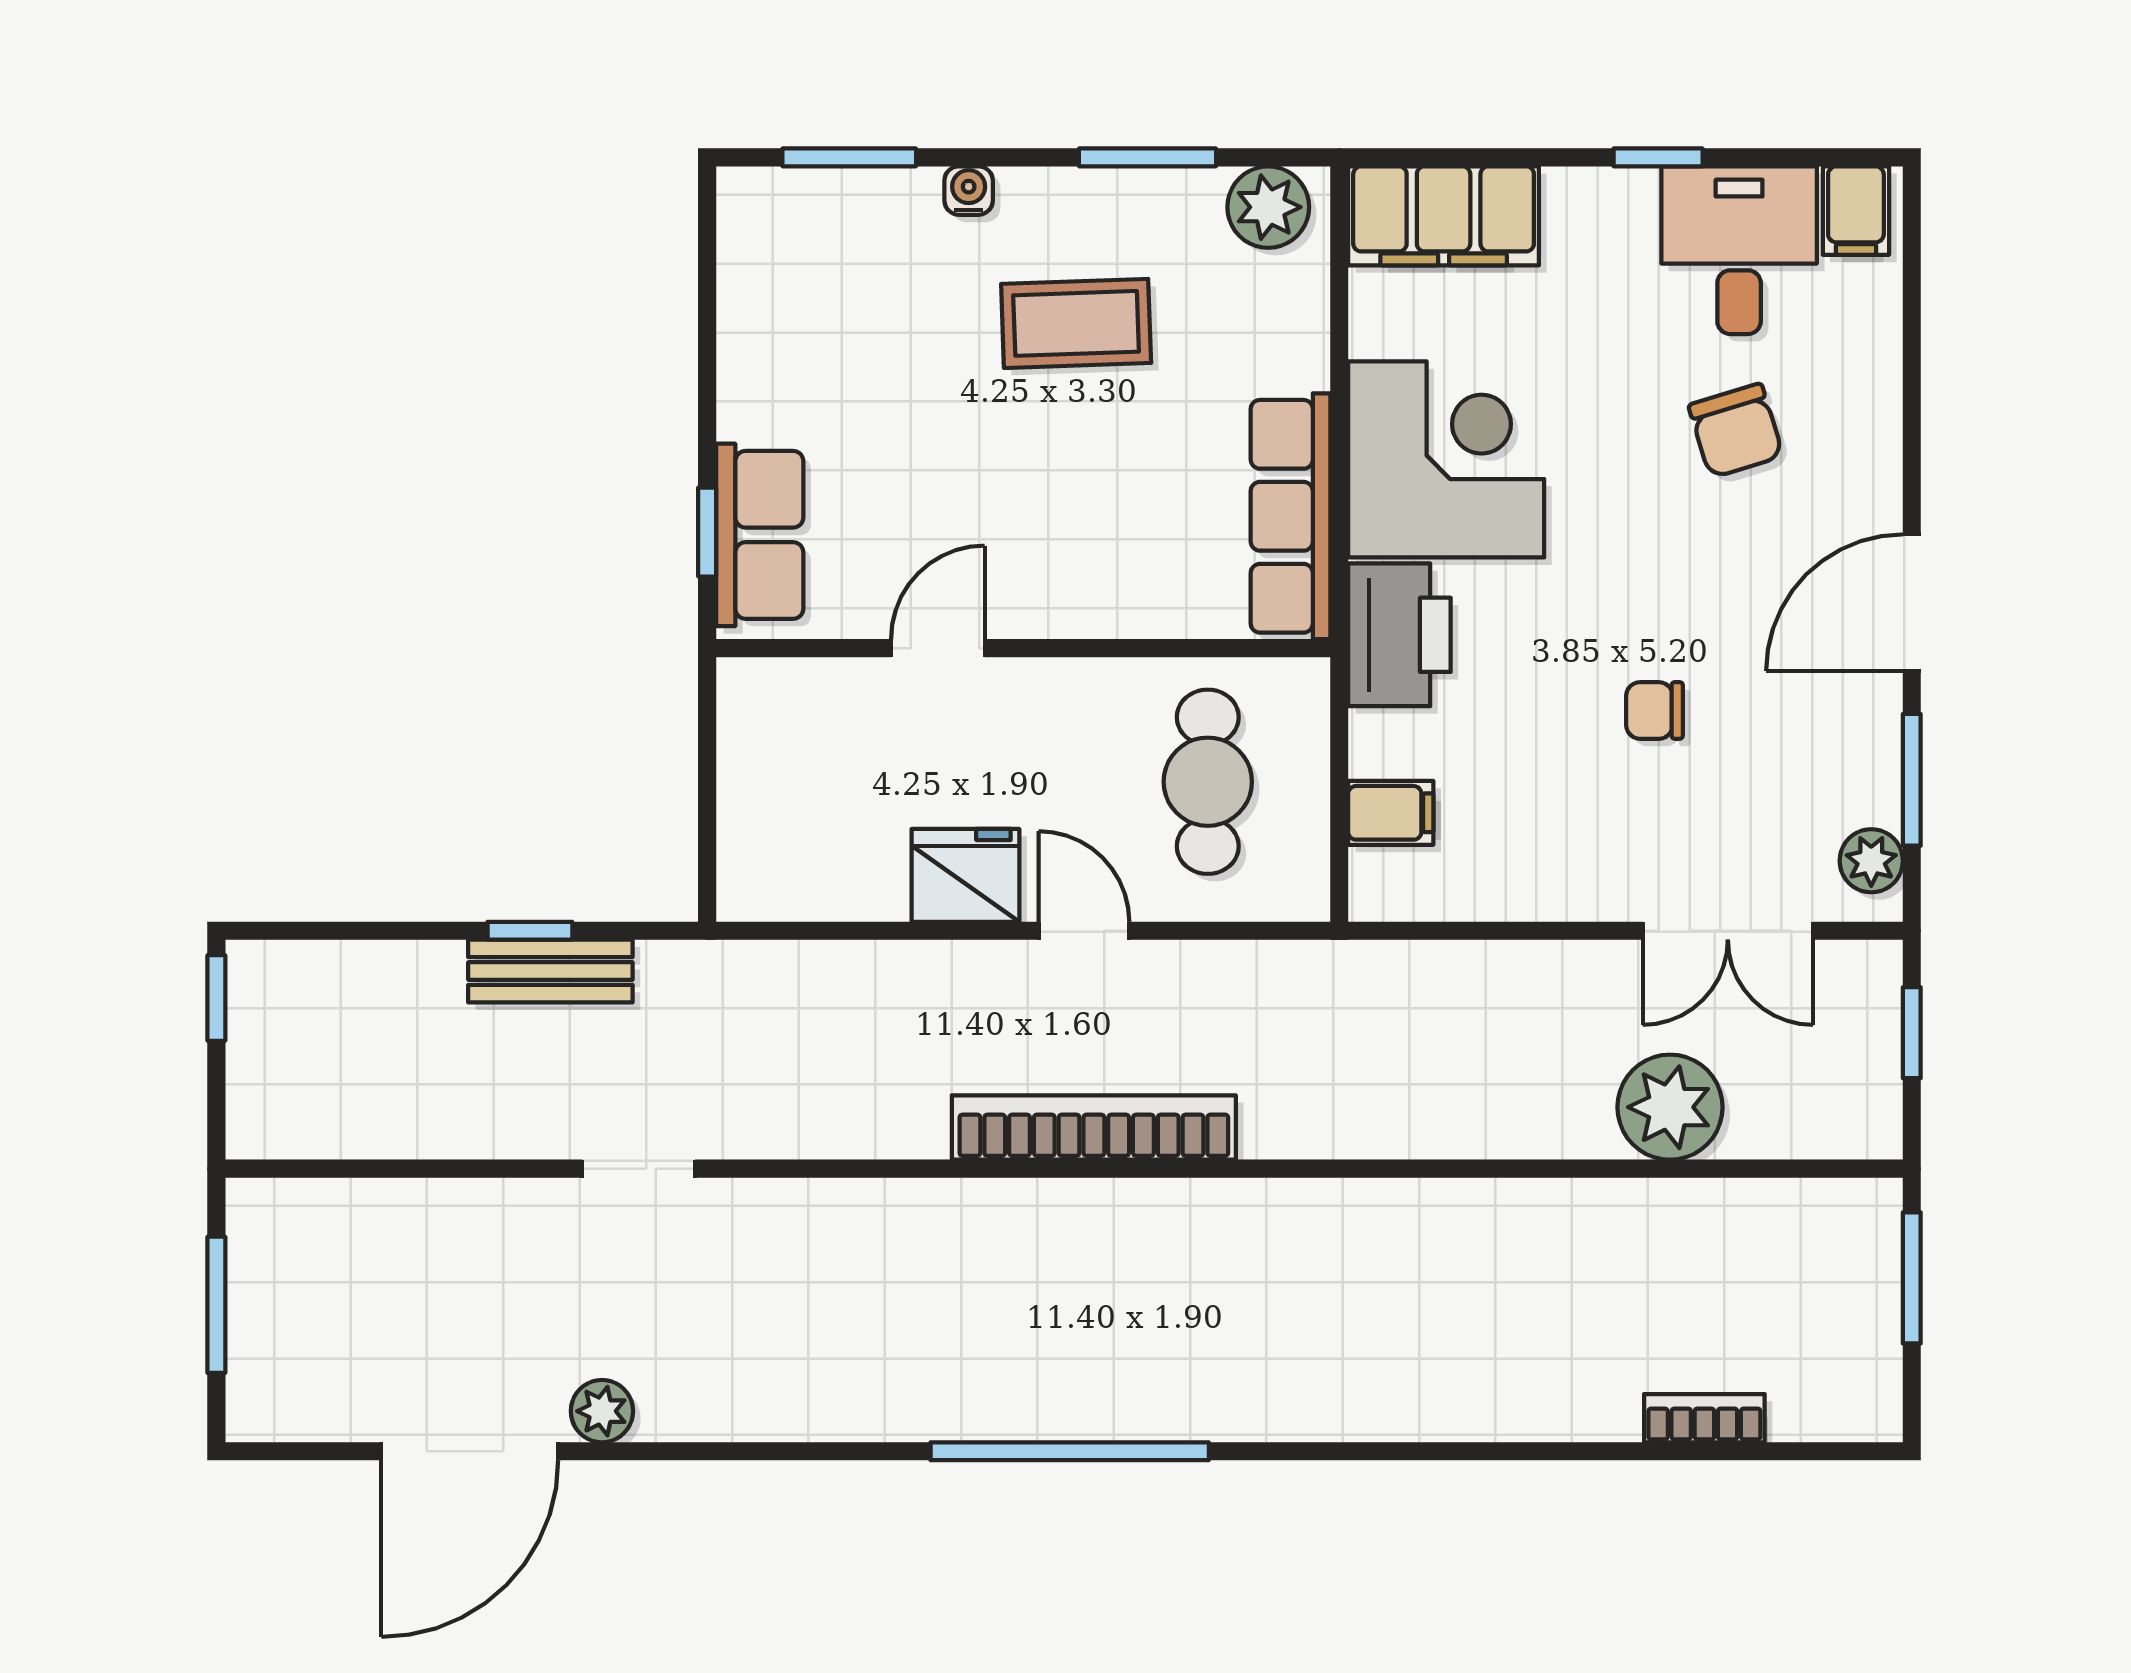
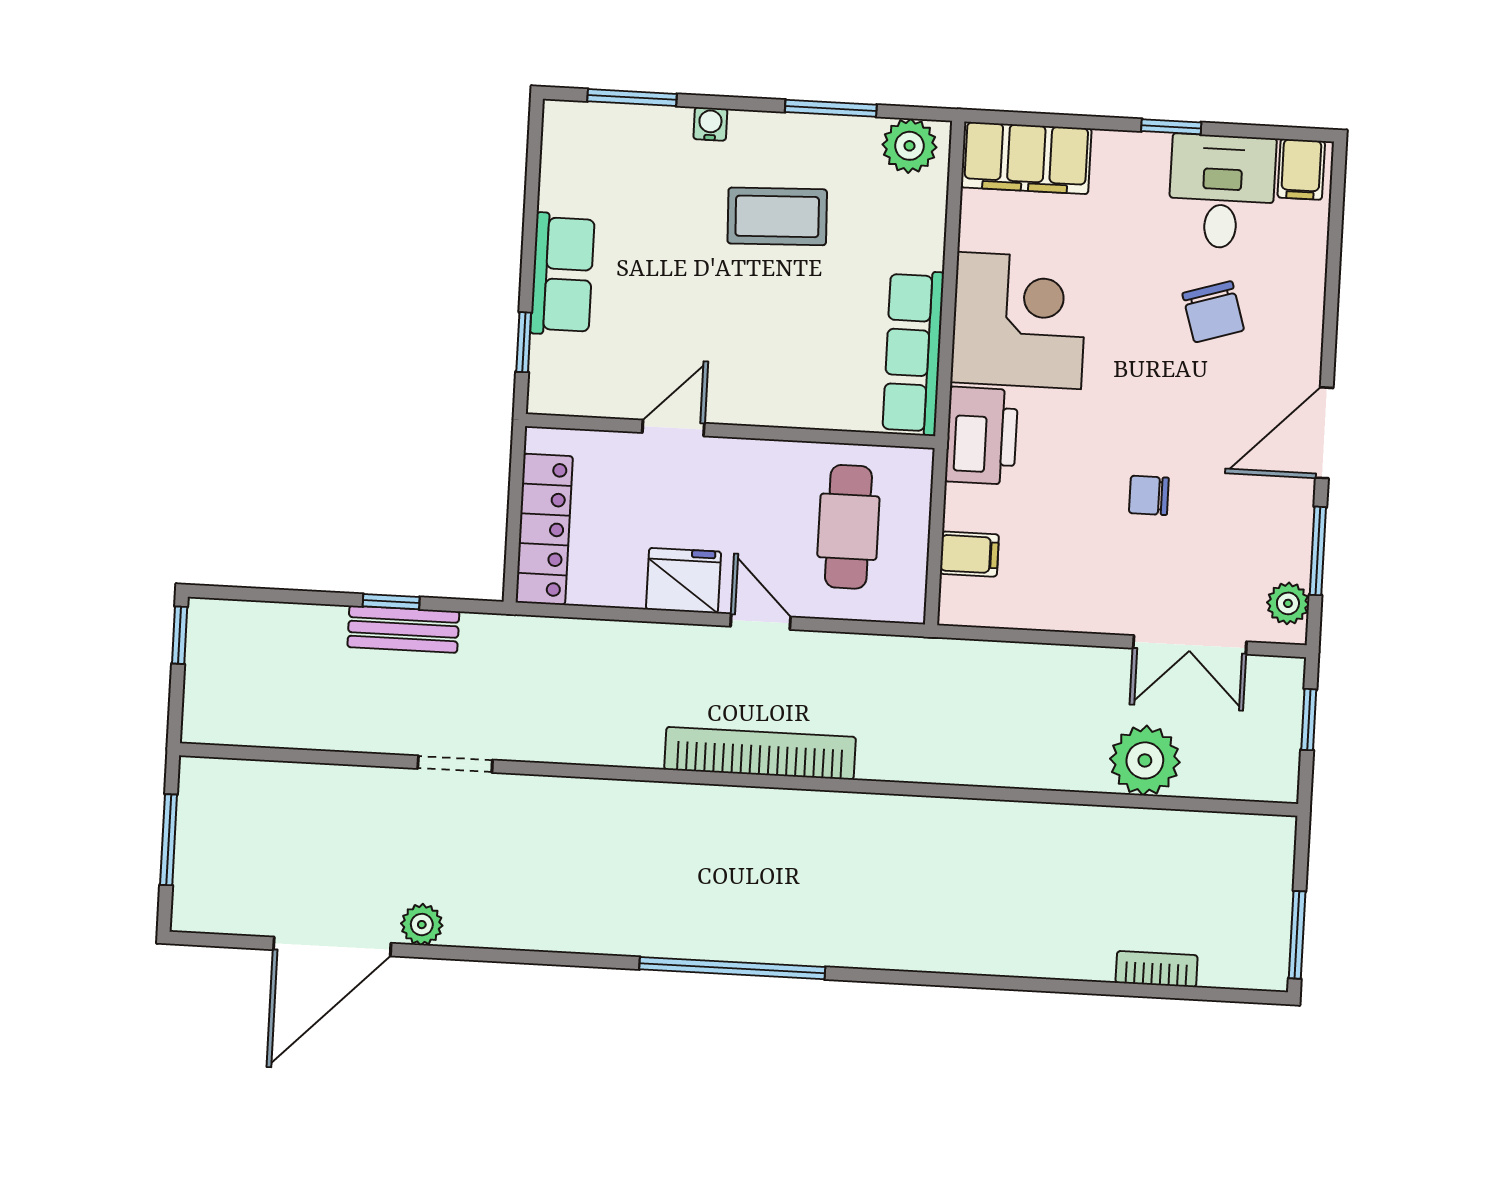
row of seats: (760, 535) -> (563, 274), moved
locker: (753, 810) -> (544, 529), added
window: (1912, 1278) -> (1297, 935), moved

